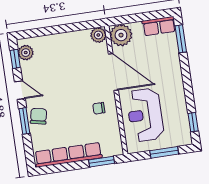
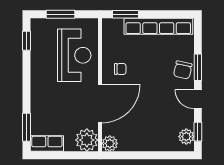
door: (113, 72) -> (100, 104), swing flipped

